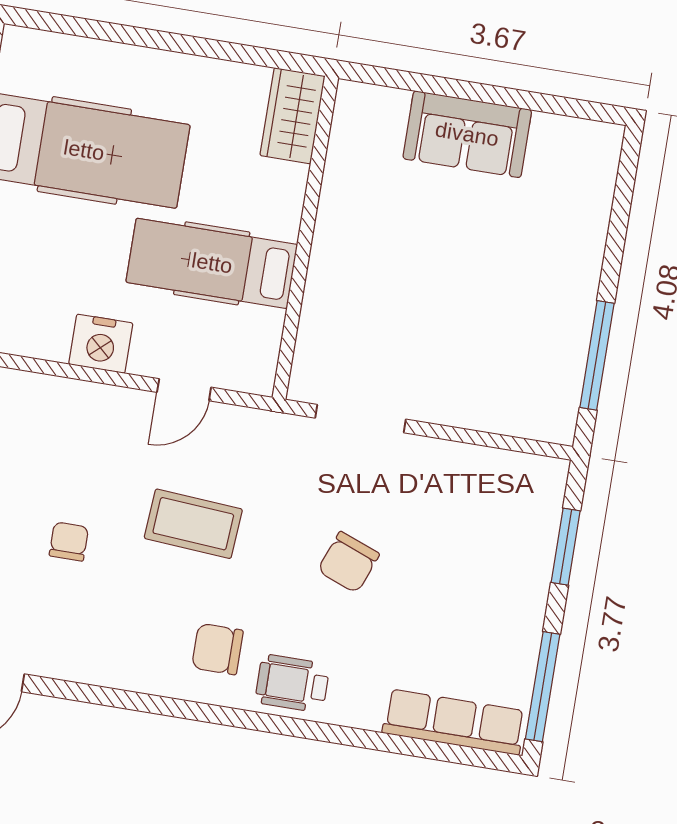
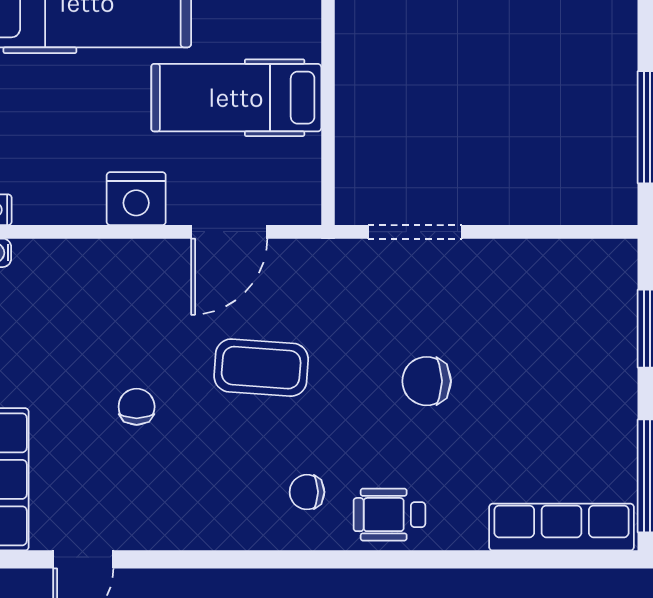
door: (184, 390) -> (229, 232), width x1.38
chair: (348, 562) -> (427, 381), turned 69
chair: (217, 649) -> (307, 492), width x0.73, depth x0.73

